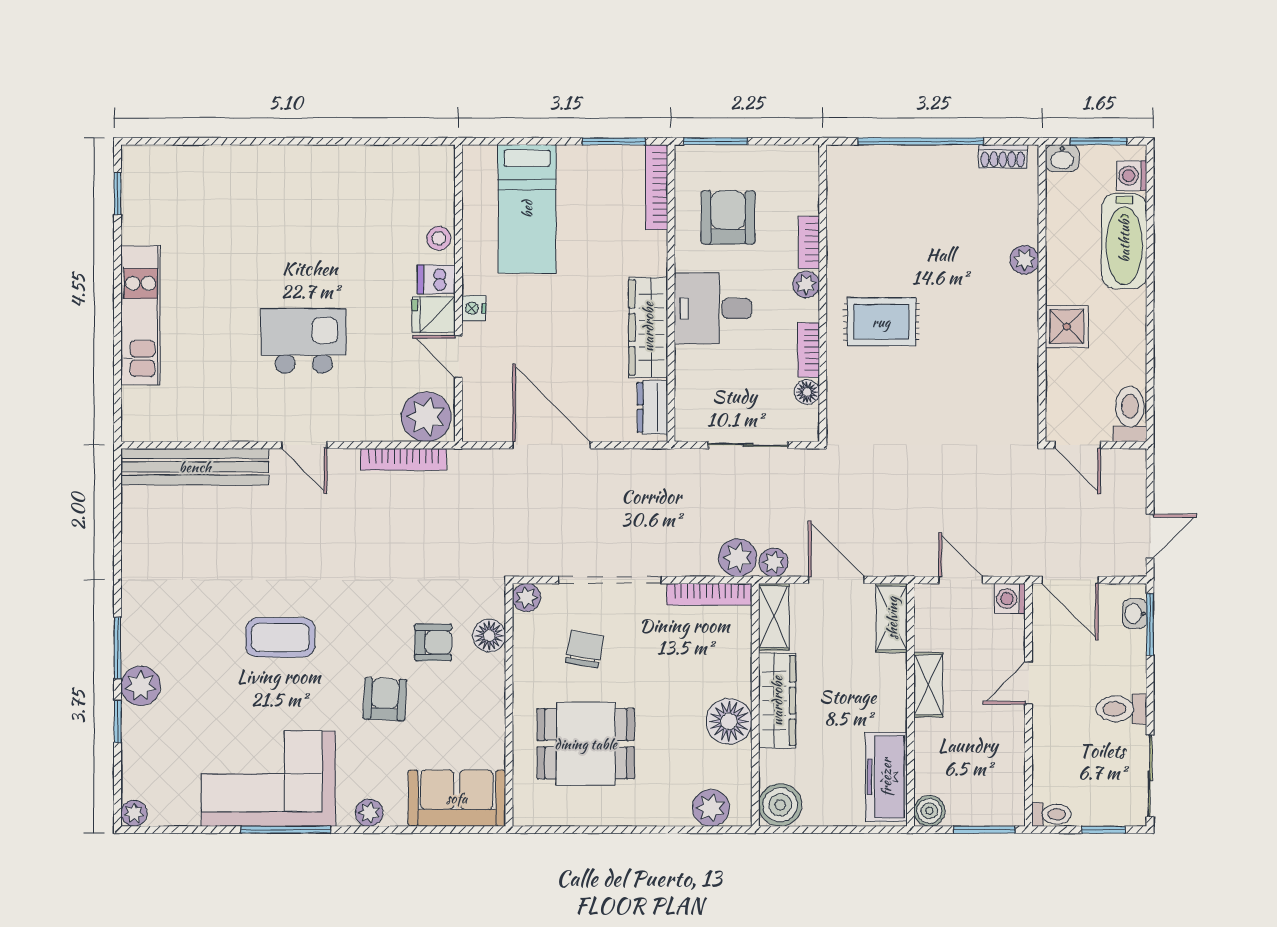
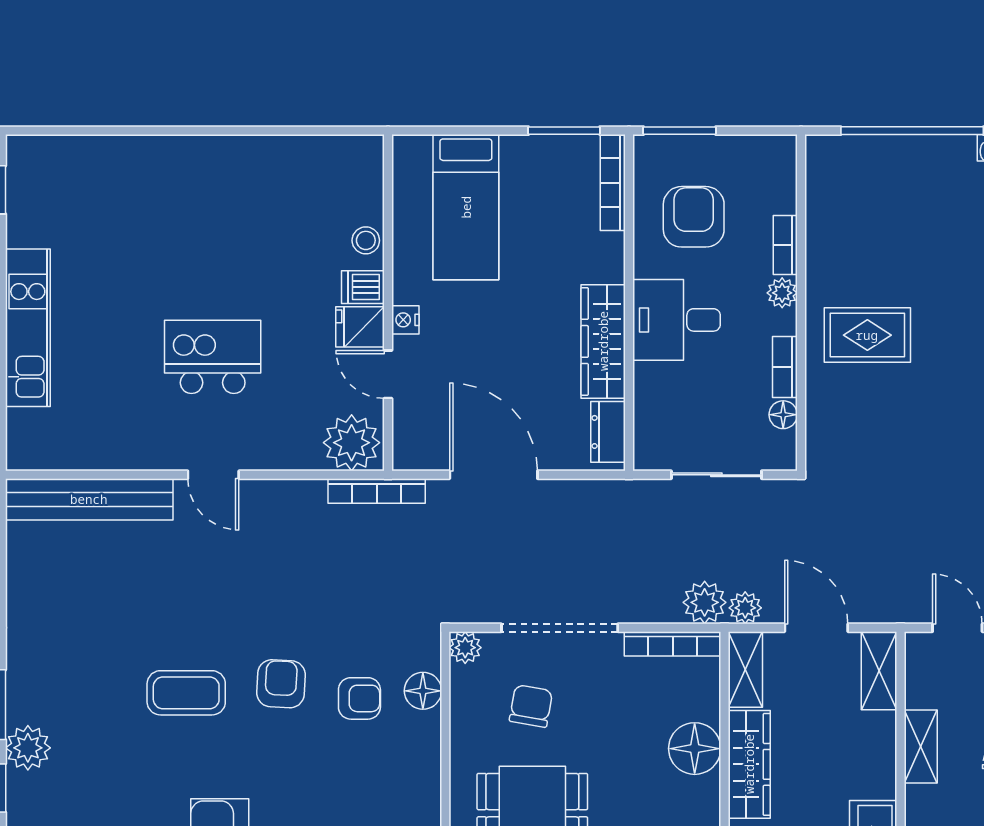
bookcase: (403, 459) -> (377, 491), moved
armchair: (385, 699) -> (281, 684), moved
floor lamp: (729, 721) -> (695, 749), moved

